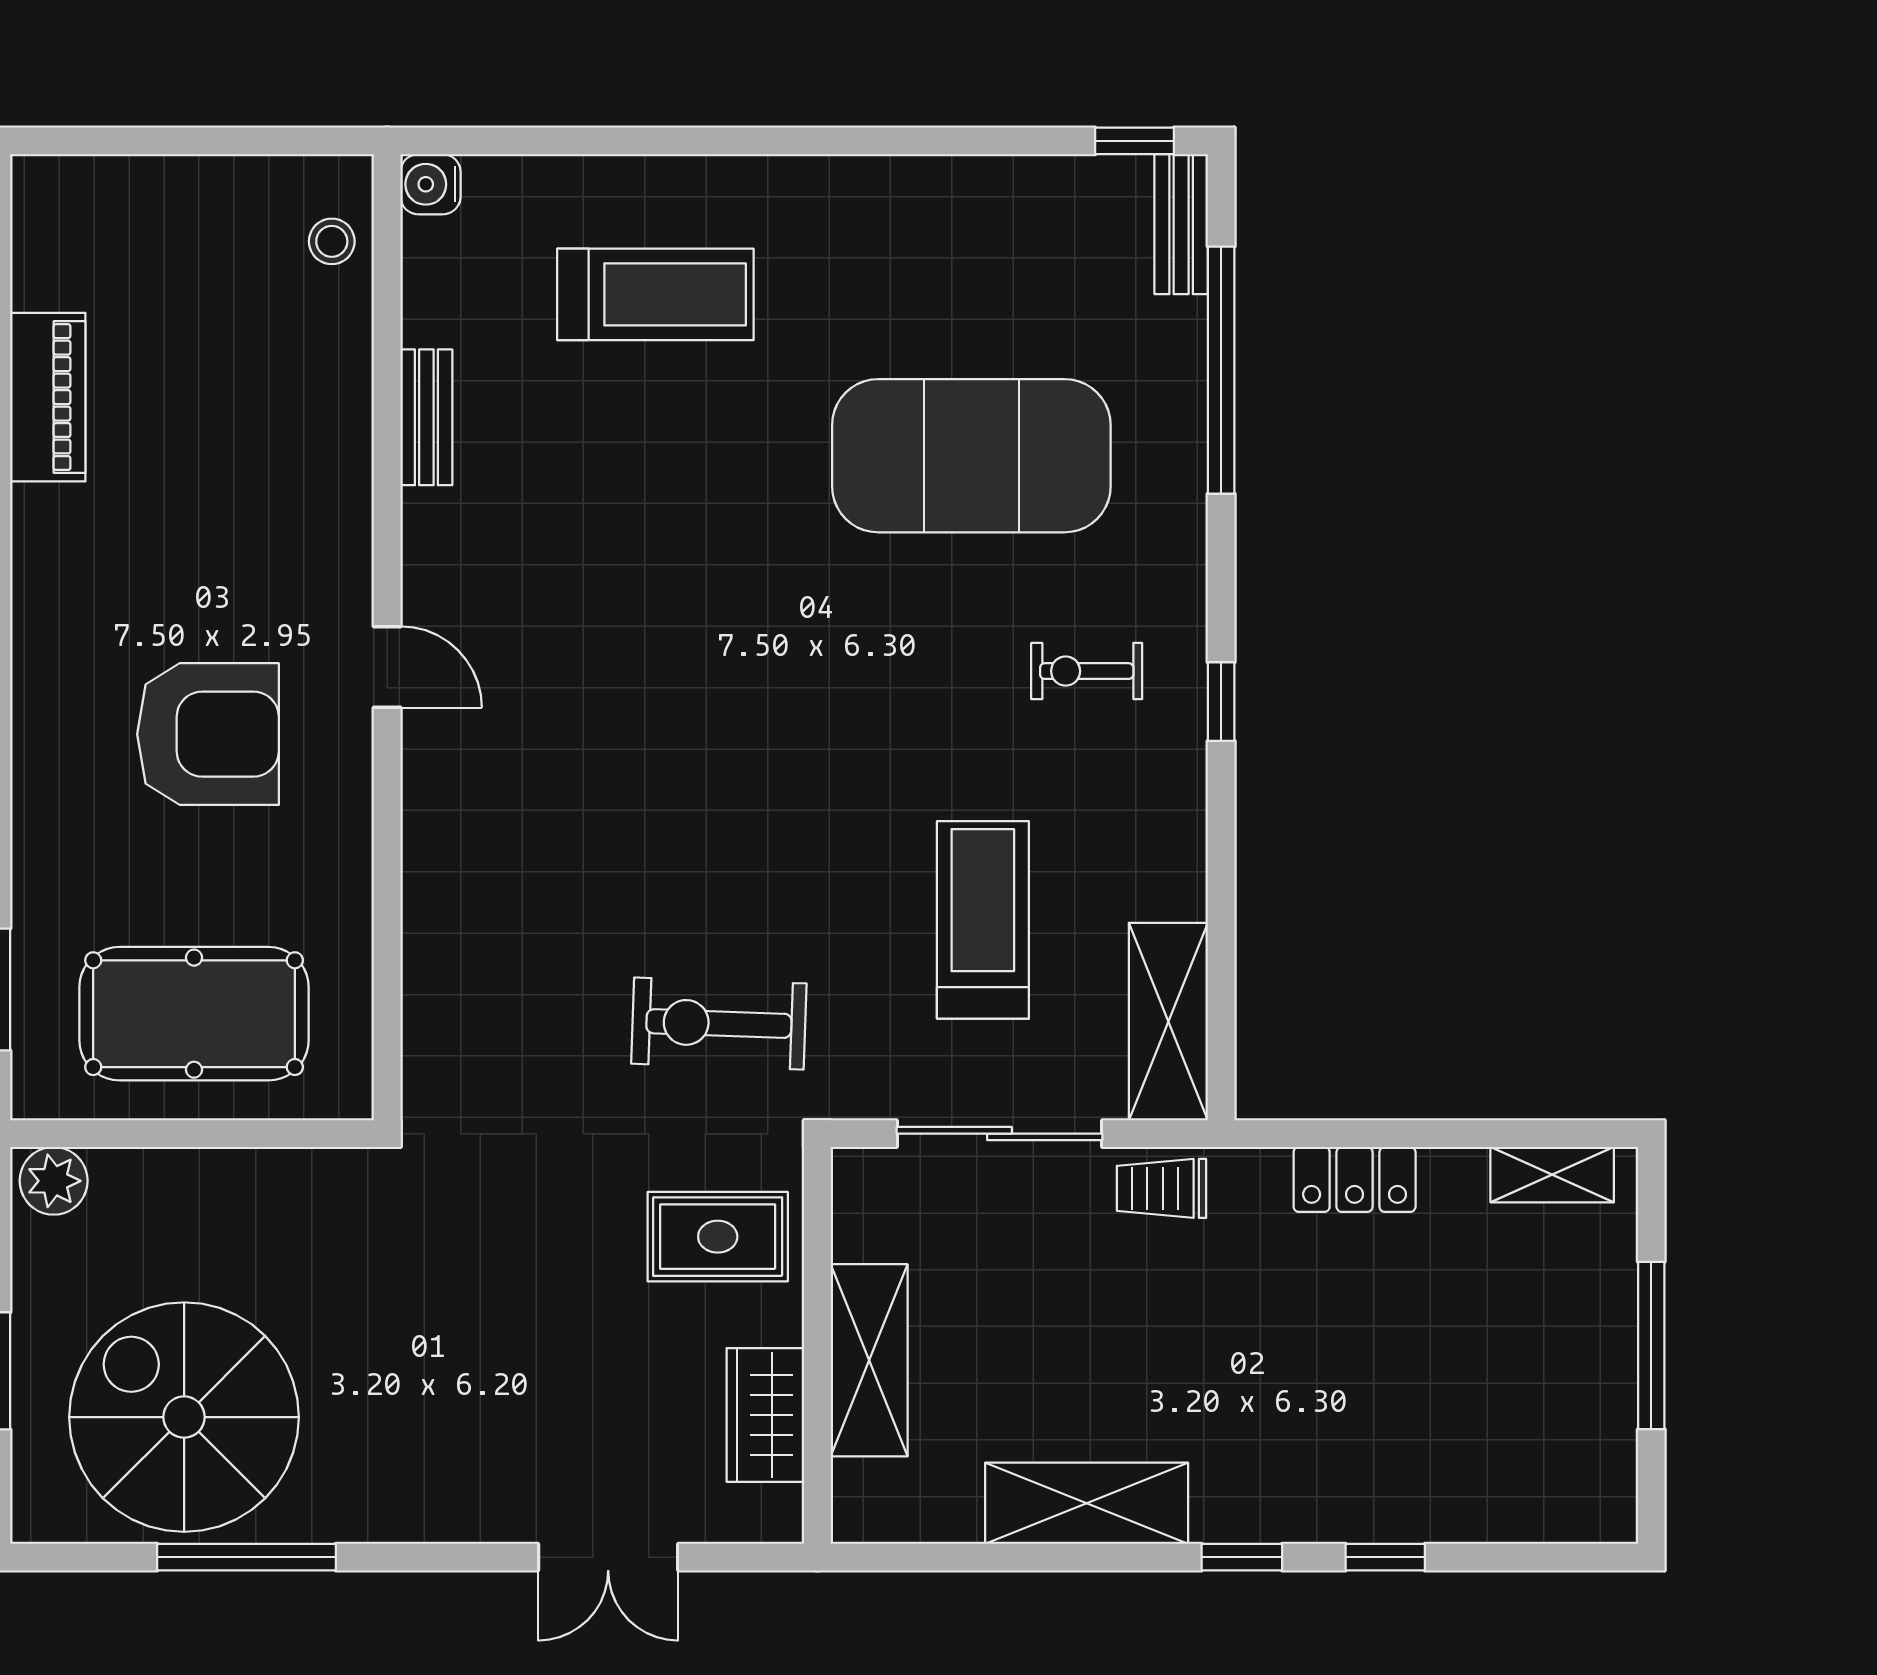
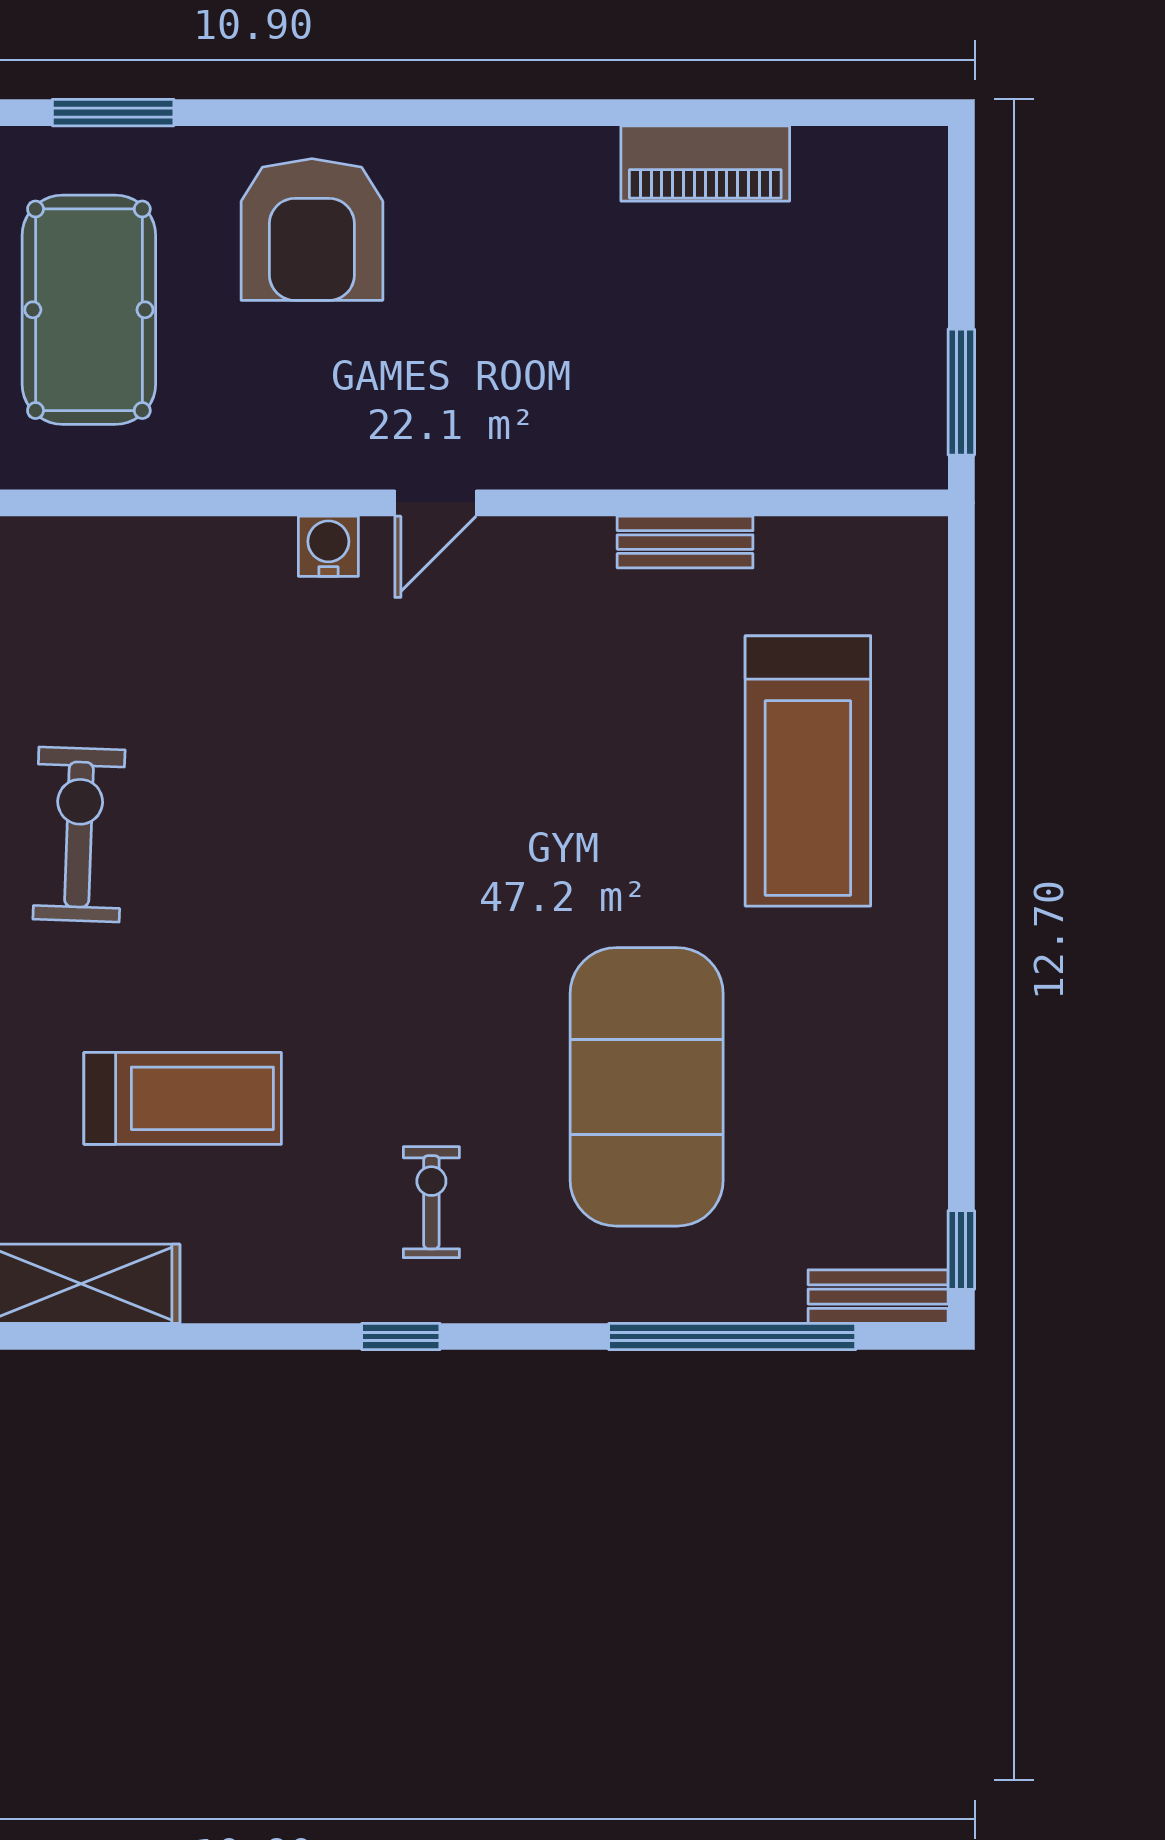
window: (276, 141) -> (961, 392), added
water cooler: (431, 184) -> (328, 546), moved
stool: (332, 241) -> (861, 447), removed
treadmill: (655, 294) -> (808, 771), width x1.37, depth x1.38
armchair: (208, 734) -> (312, 230), moved

